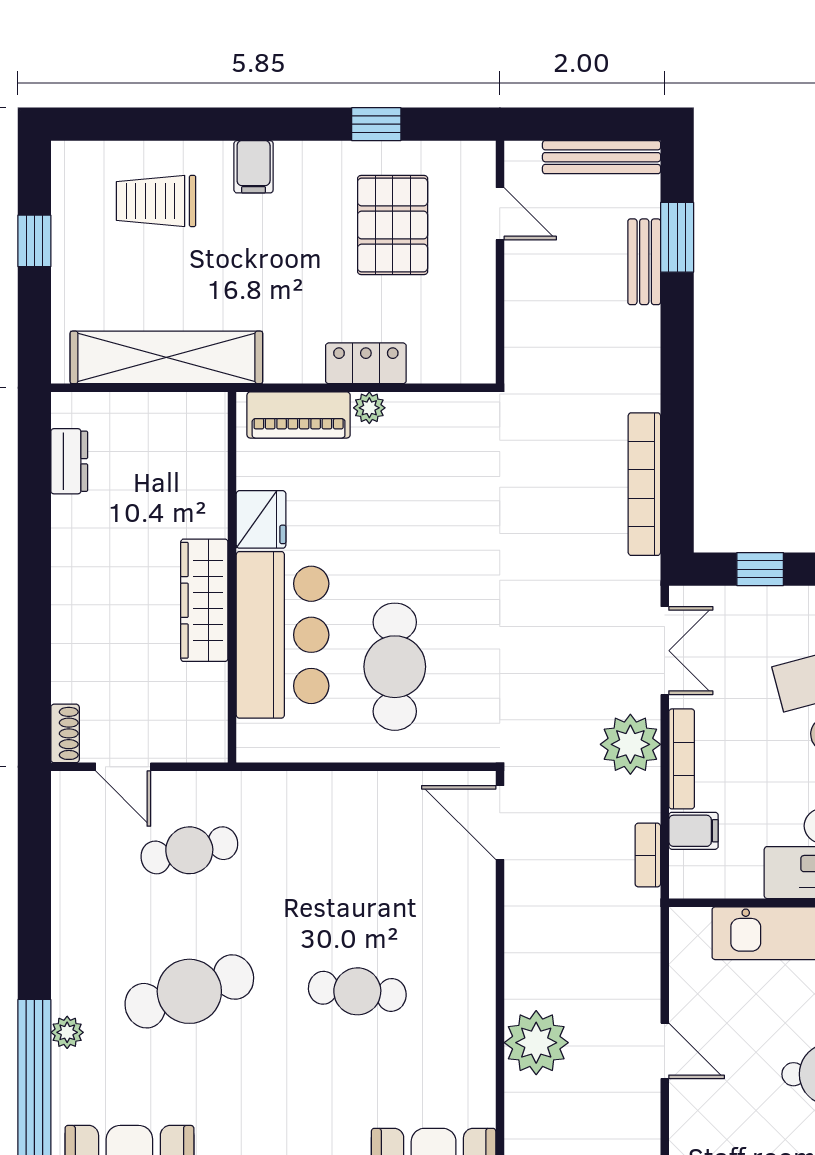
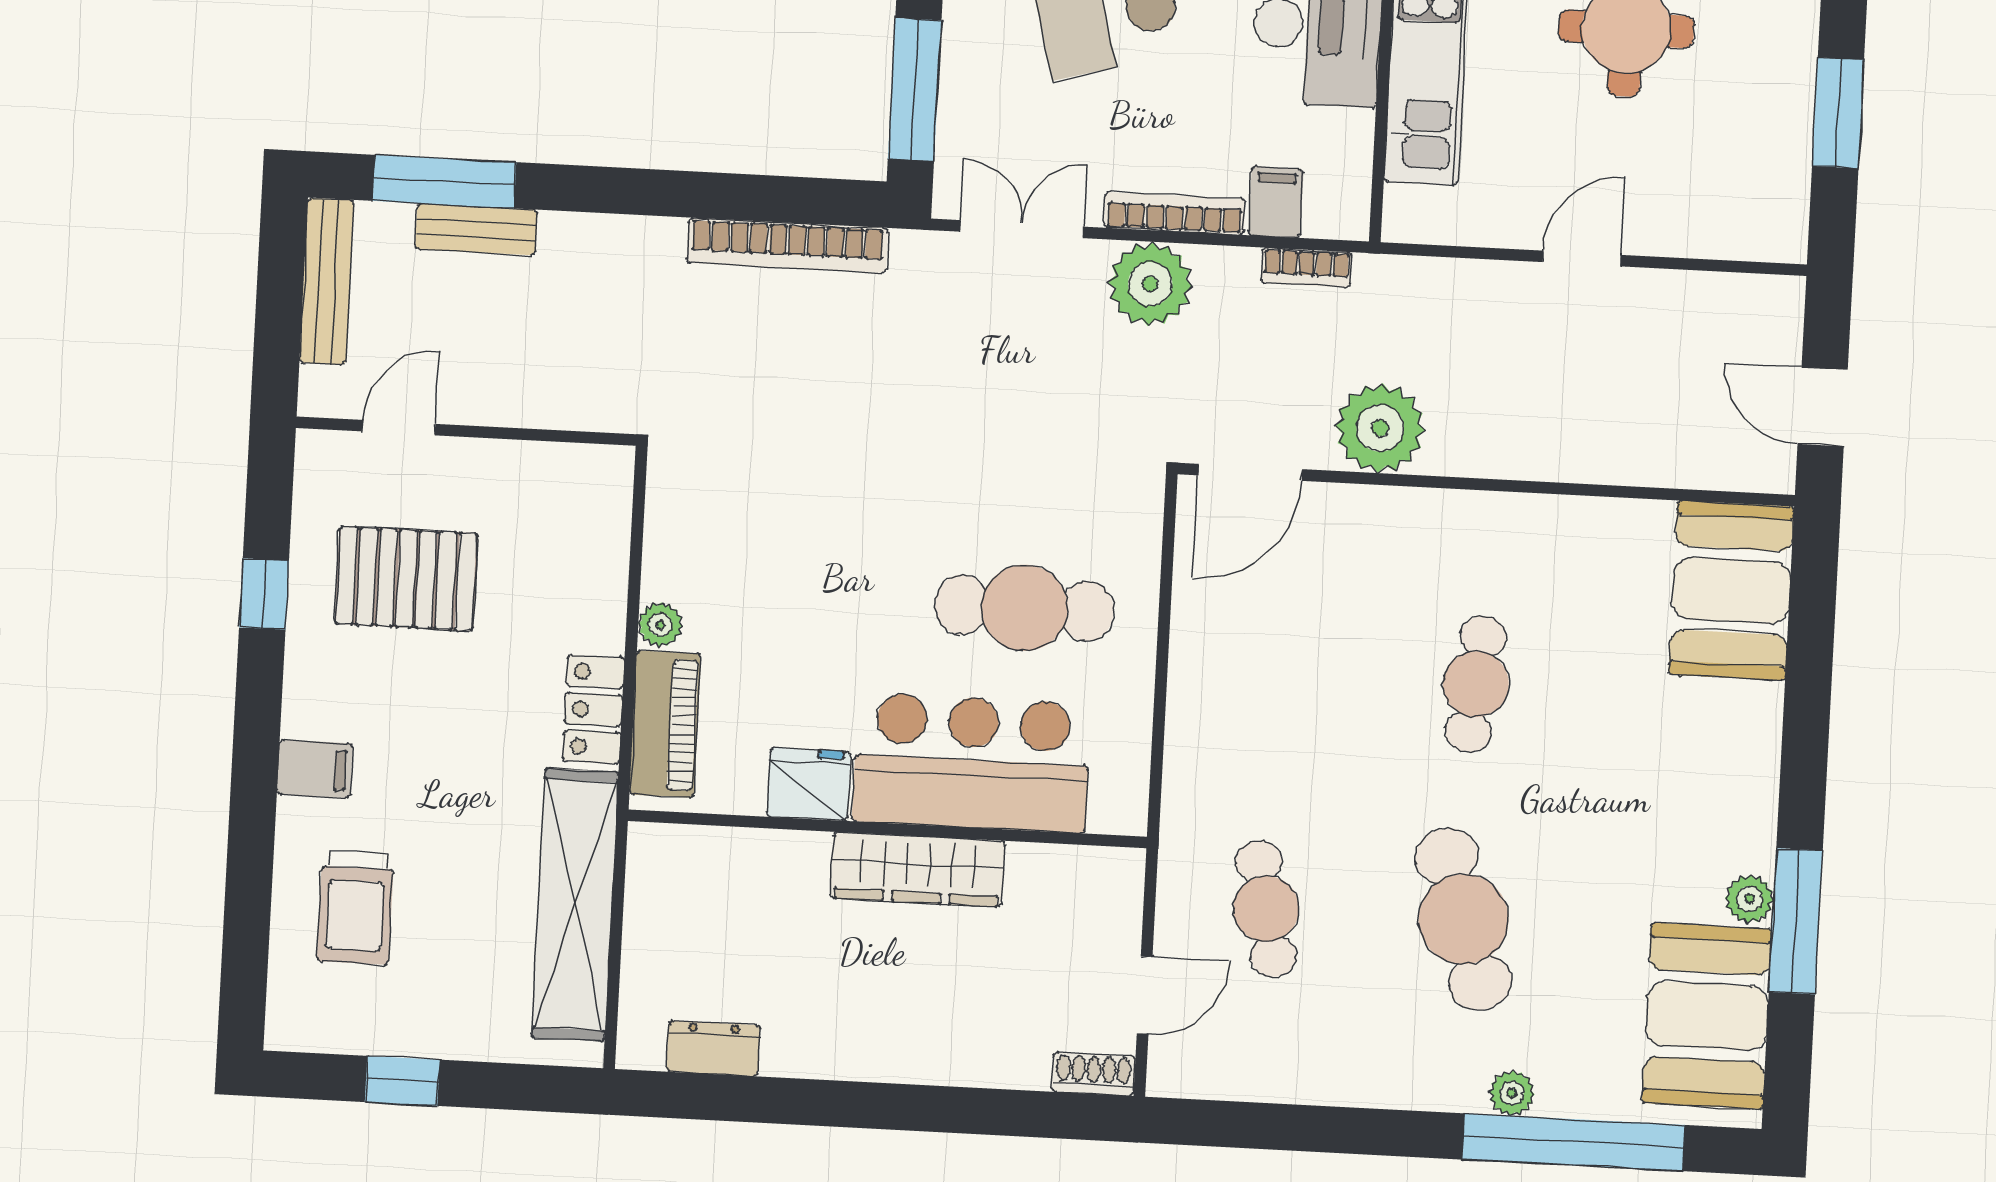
window: (677, 237) -> (444, 182), width x1.44
locker: (366, 363) -> (594, 709), moved
window: (760, 569) -> (915, 90), width x2.17
plant: (536, 1043) -> (1380, 428), moved

